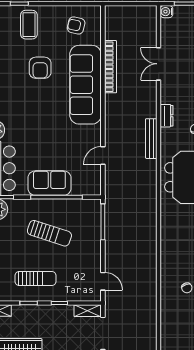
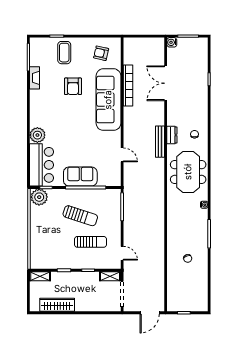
double door: (159, 64) -> (166, 83), width x1.37
dresser: (167, 116) -> (172, 135), moved
door: (103, 156) -> (122, 155), swing flipped
sun lounger: (35, 279) -> (91, 242), moved

